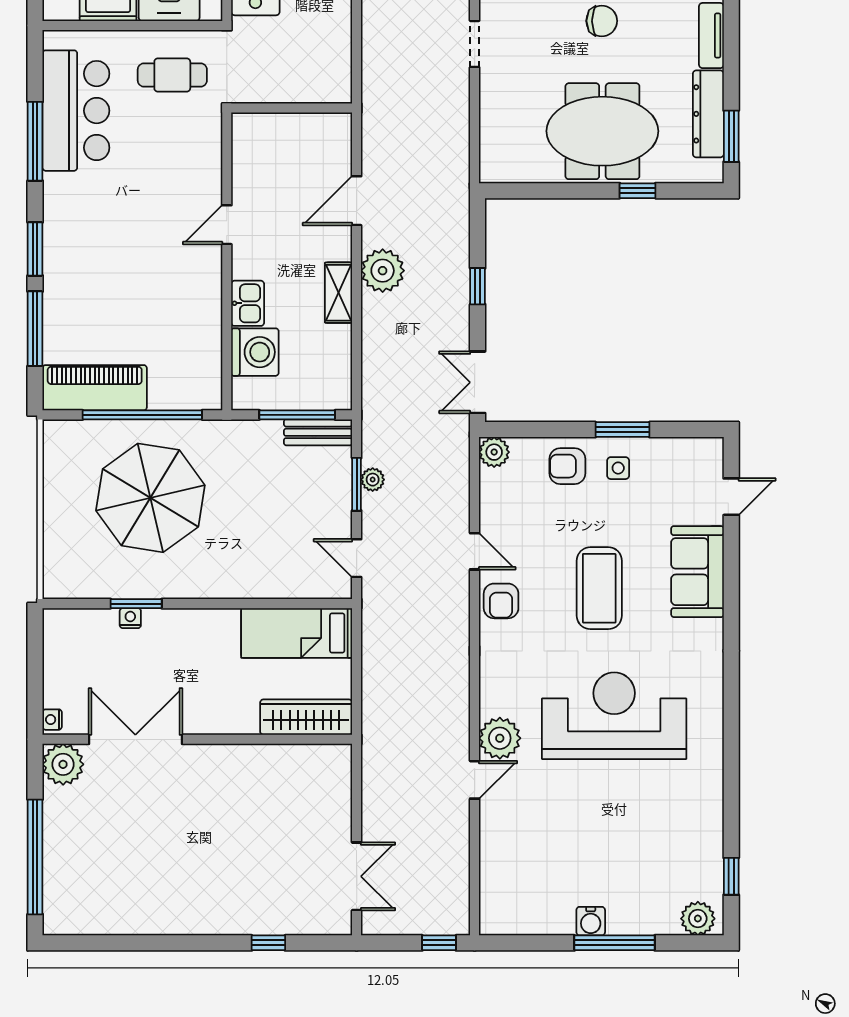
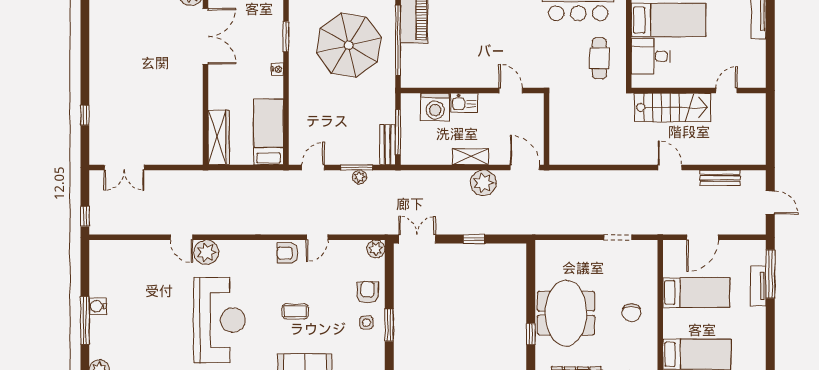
wall: (292, 108) -> (547, 129), moved
coffee table: (599, 588) -> (295, 311), width x0.54, depth x0.58
nightstand: (130, 618) -> (277, 69), moved

